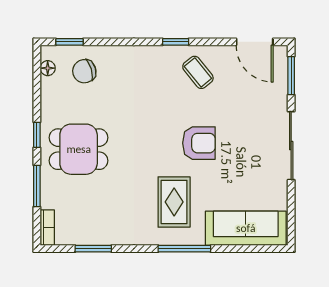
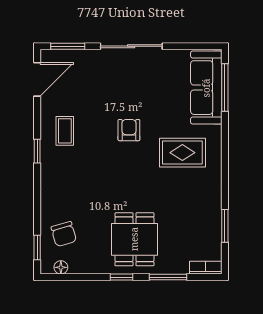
coffee table: (198, 72) -> (65, 131), turned -51
armchair: (199, 143) -> (129, 130), width x0.72, depth x0.72
window: (184, 249) -> (225, 87), moved

